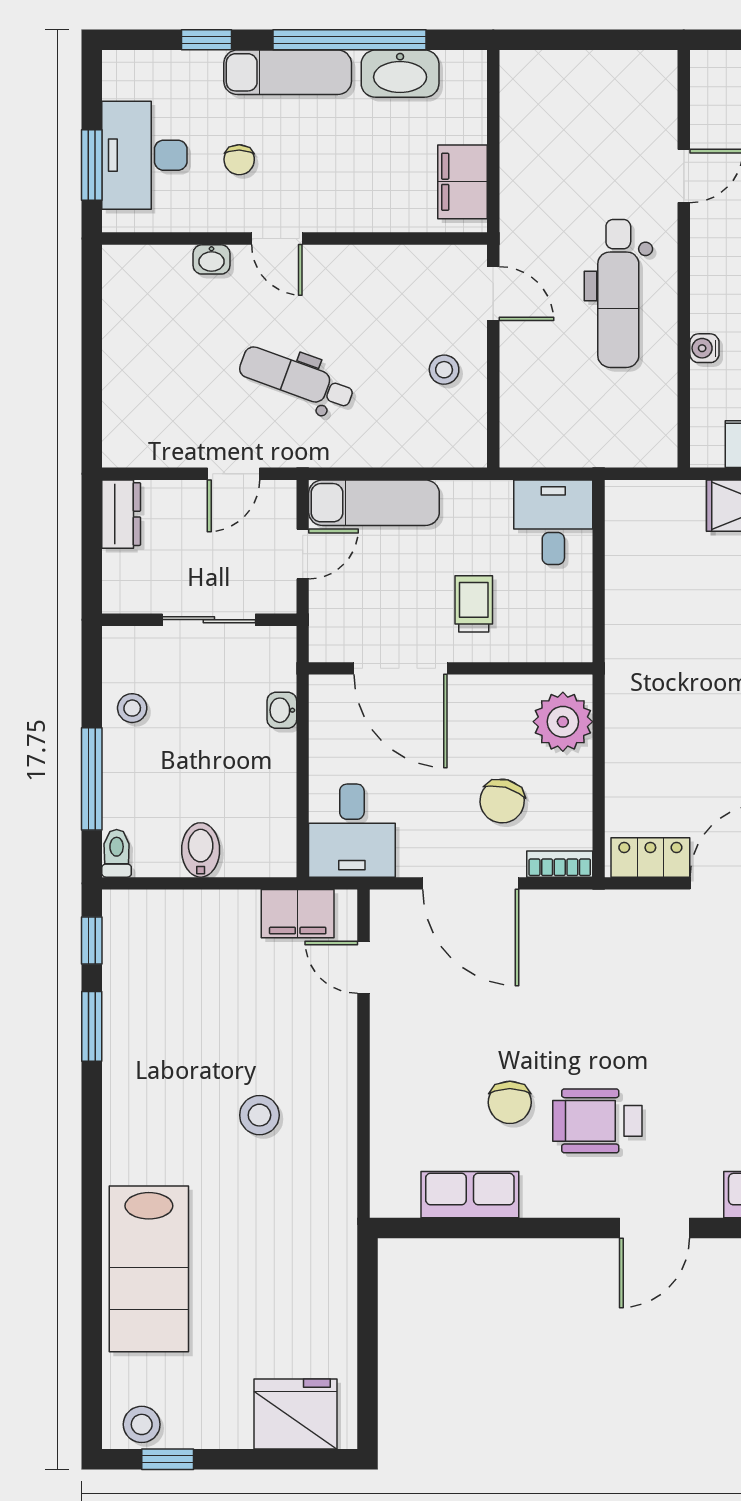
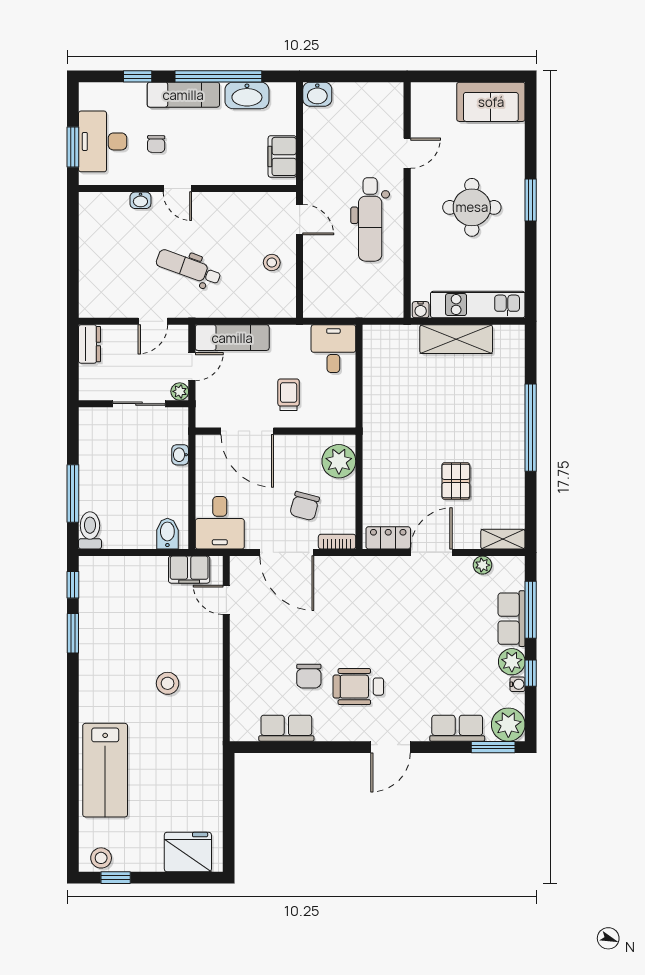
washbasin: (525, 71) -> (317, 94), added
water cooler: (704, 348) -> (421, 310), moved, turned -90
plant: (281, 598) -> (180, 391), added
stool: (132, 708) -> (96, 454), removed
bidet: (201, 850) -> (167, 534), moved
toilet: (117, 853) -> (90, 530), width x1.37, depth x1.39

